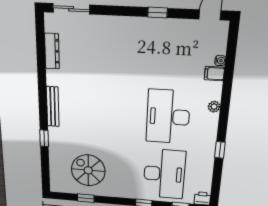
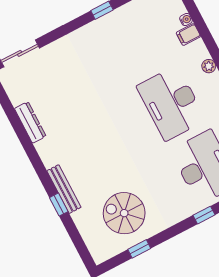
dresser: (52, 51) -> (30, 122), moved
bench: (53, 107) -> (64, 189), moved

